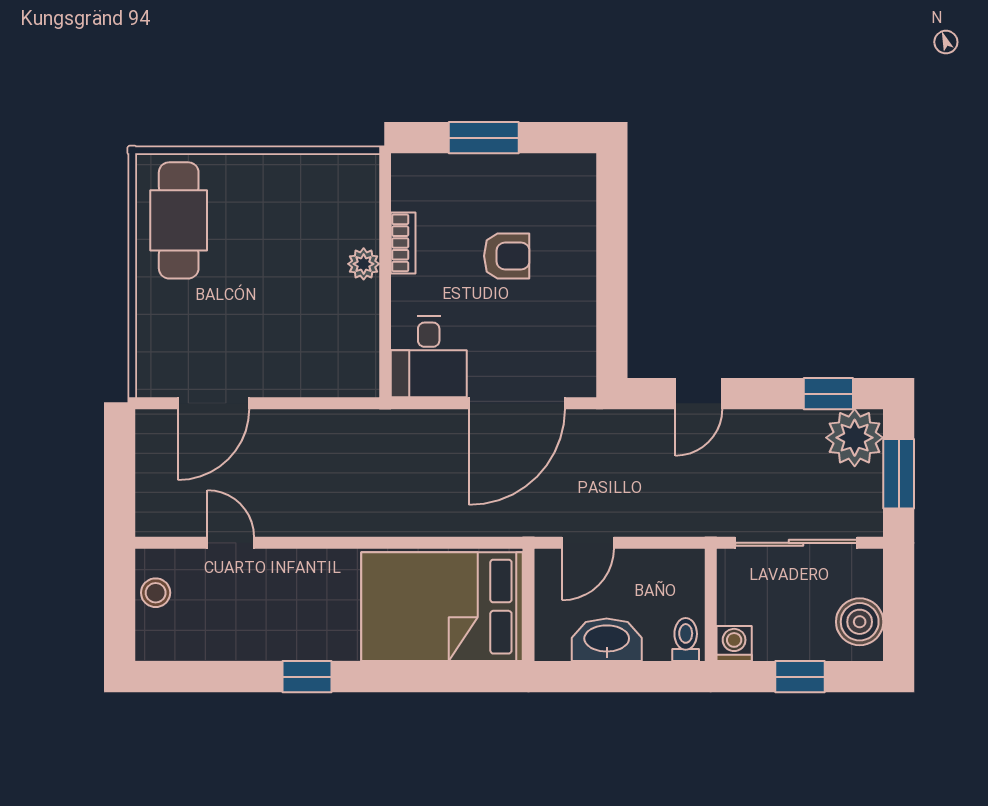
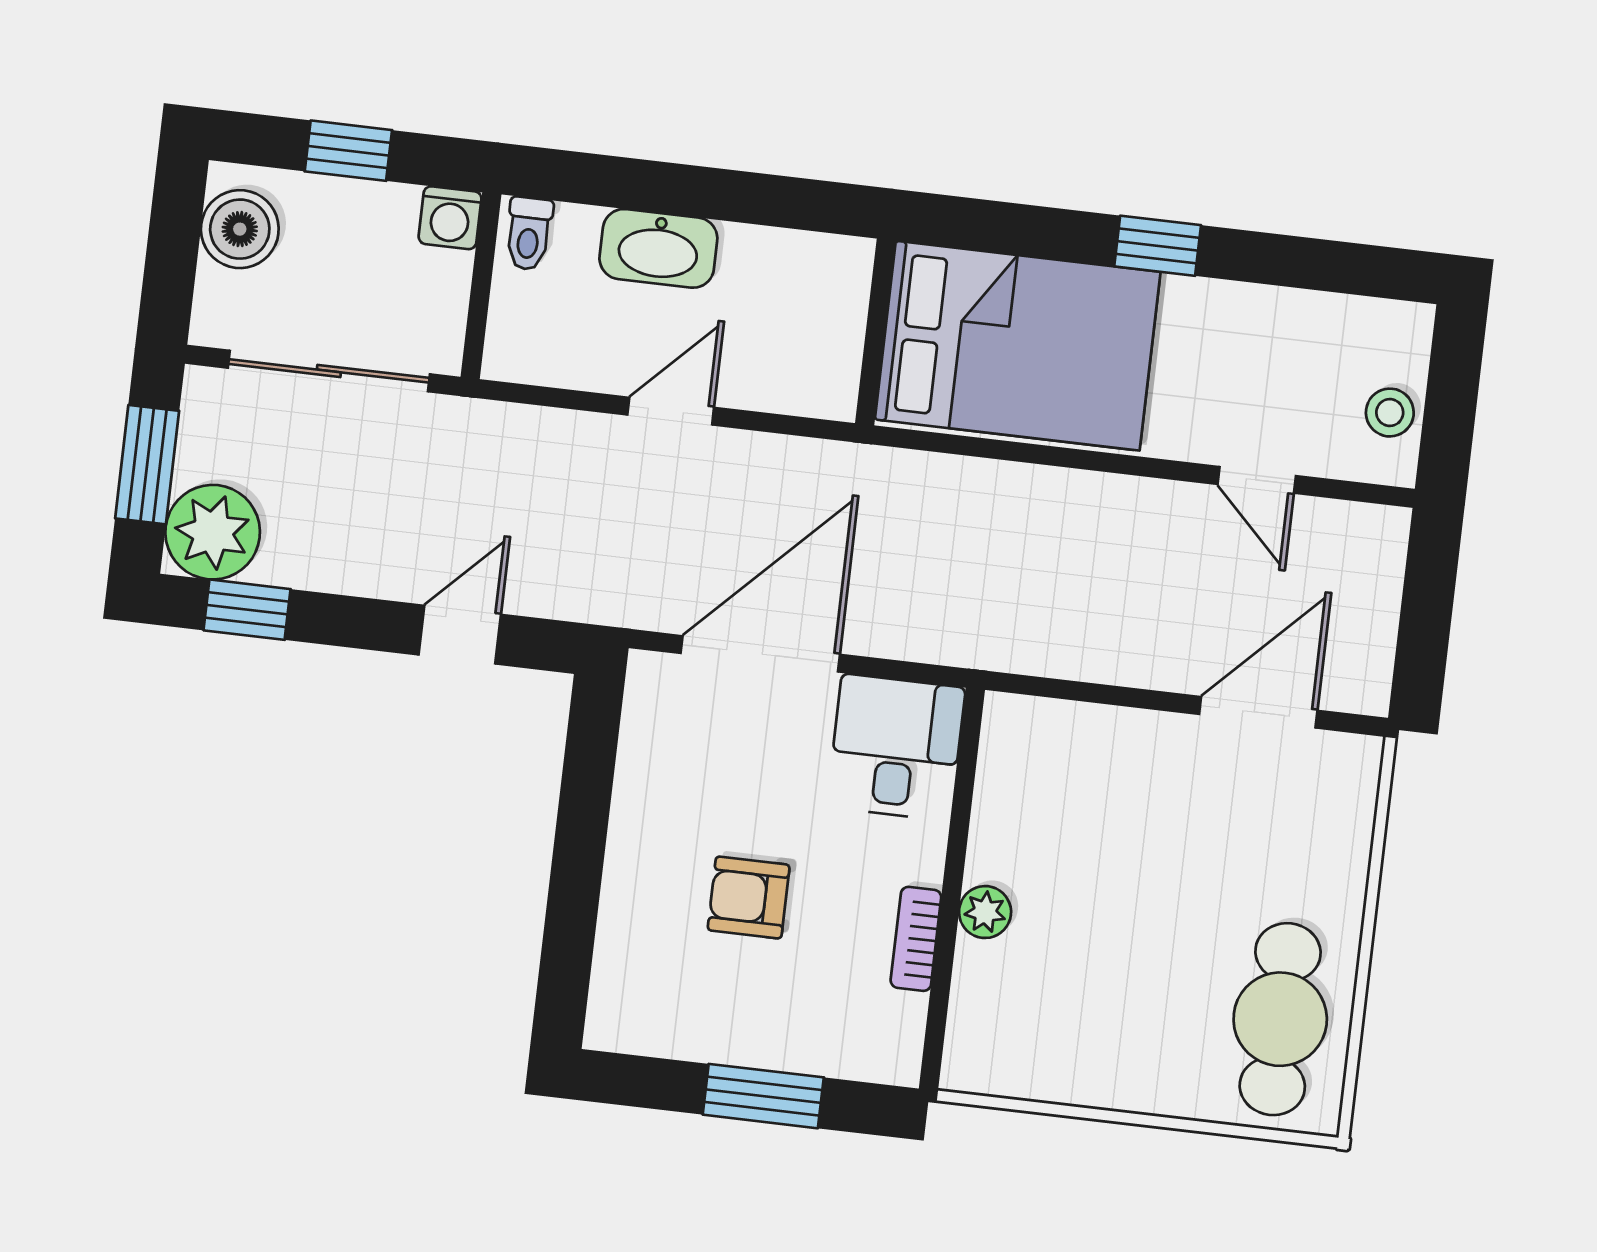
wall: (529, 605) -> (875, 332), moved
bed: (442, 607) -> (1018, 346), moved

